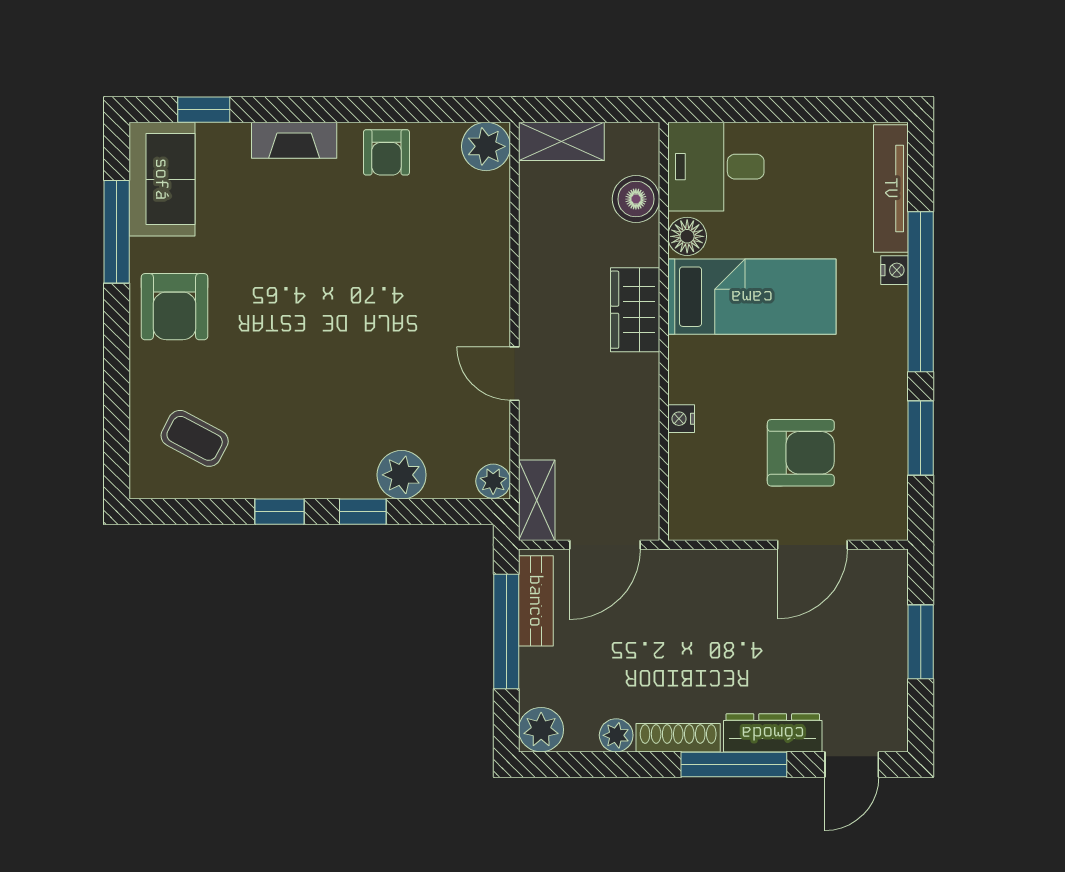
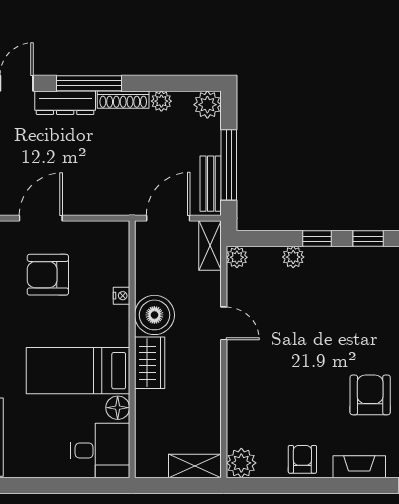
boiler: (636, 199) -> (154, 315), moved, width x1.37, depth x1.37
armchair: (276, 257) -> (370, 395), added
plant: (402, 475) -> (293, 257), width x0.73, depth x0.73

